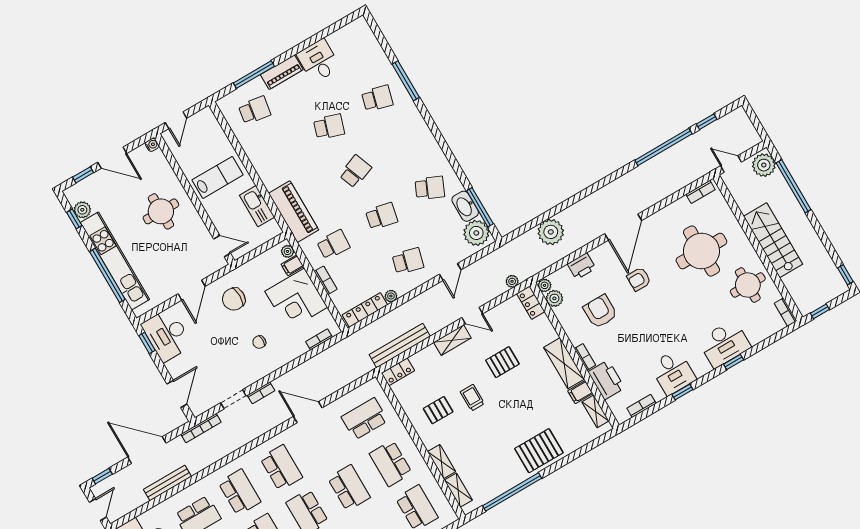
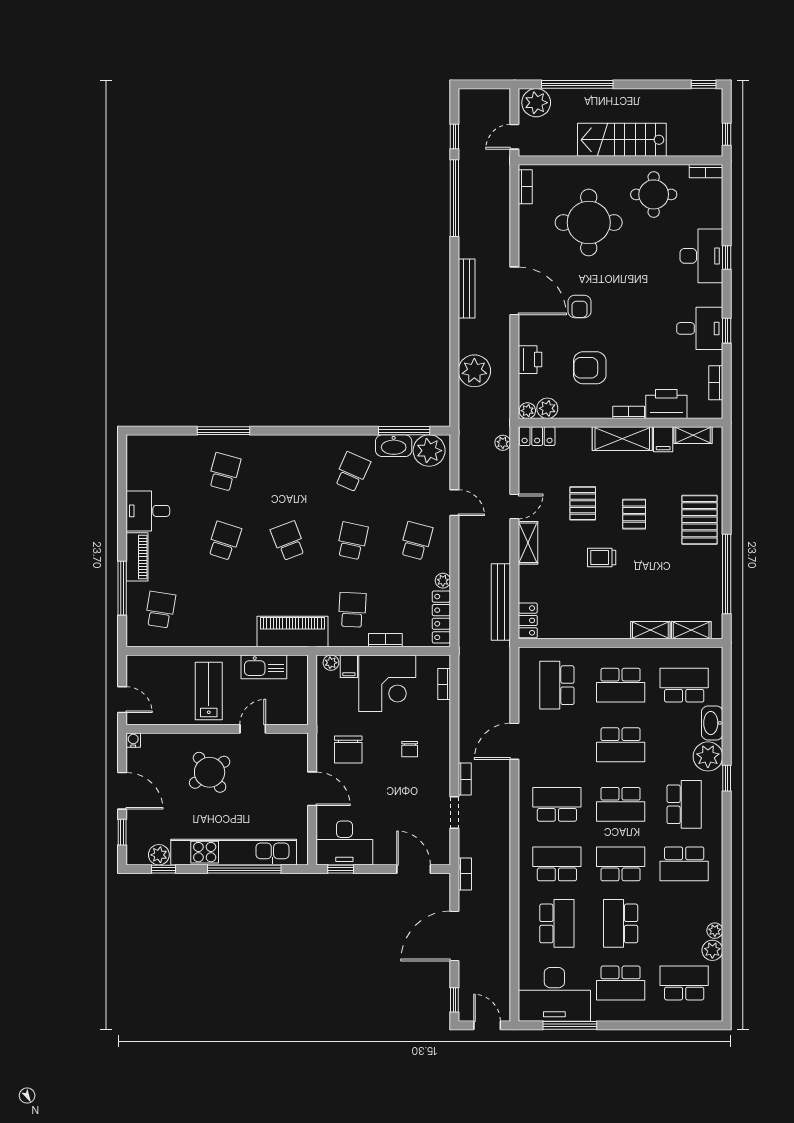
door: (112, 158) -> (122, 791), hinge flipped
round table: (161, 211) -> (210, 772), turned -36
door: (222, 246) -> (253, 729), moved
pallet: (438, 410) -> (634, 514), moved
bookcase: (201, 428) -> (465, 874), width x0.64
bench: (167, 483) -> (467, 289), moved
school desk: (349, 488) -> (621, 745), turned 180

